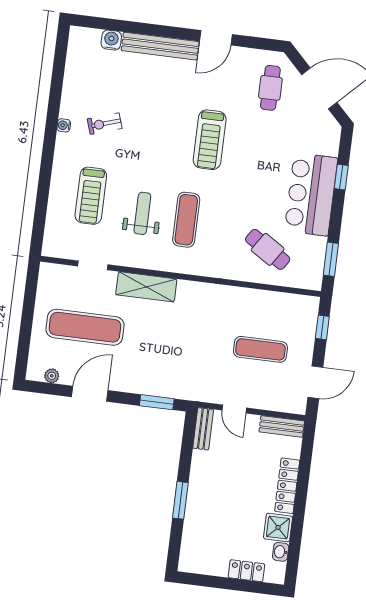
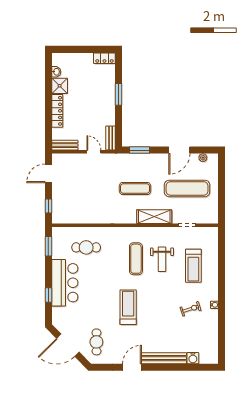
treadmill: (91, 196) -> (193, 266), turned 180
cafe table: (268, 249) -> (86, 247), turned -33
exercise mat: (260, 349) -> (135, 188), moved
locker: (246, 571) -> (104, 58), moved

